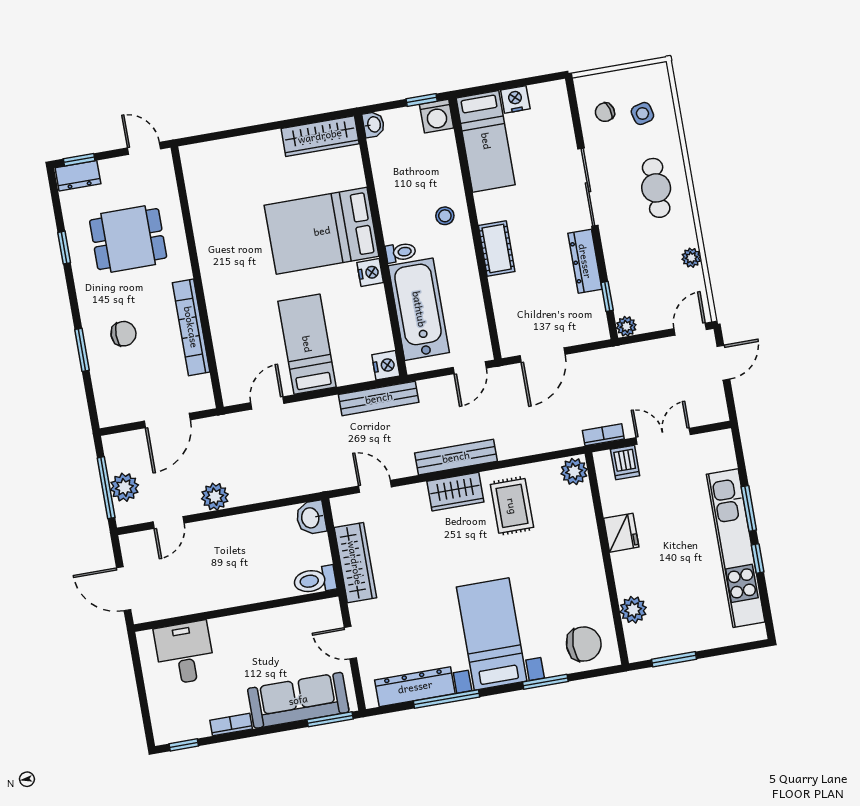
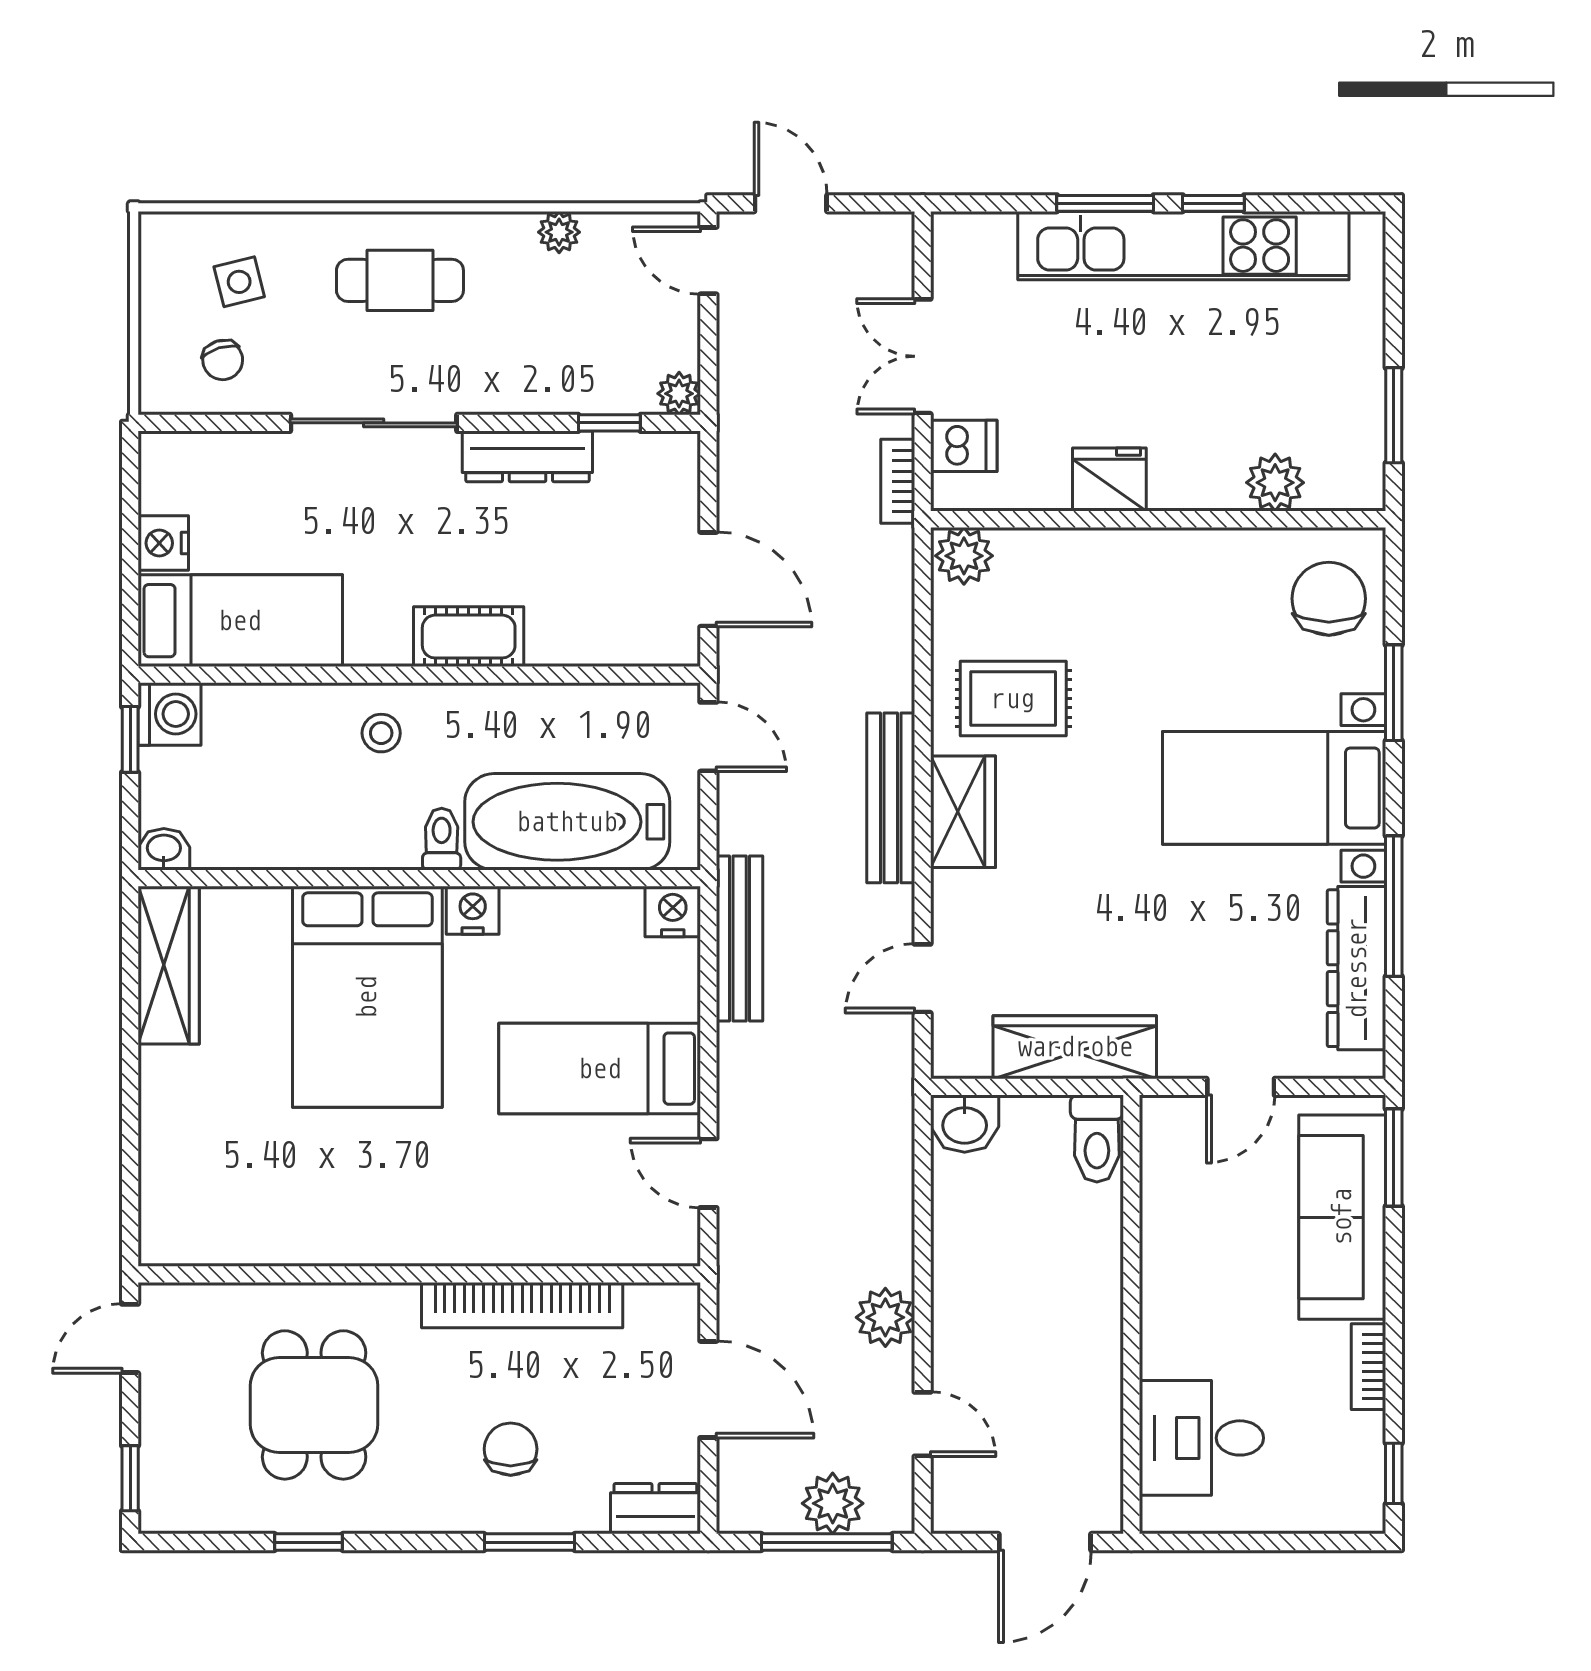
dresser: (78, 176) -> (655, 1509), moved, turned -90

